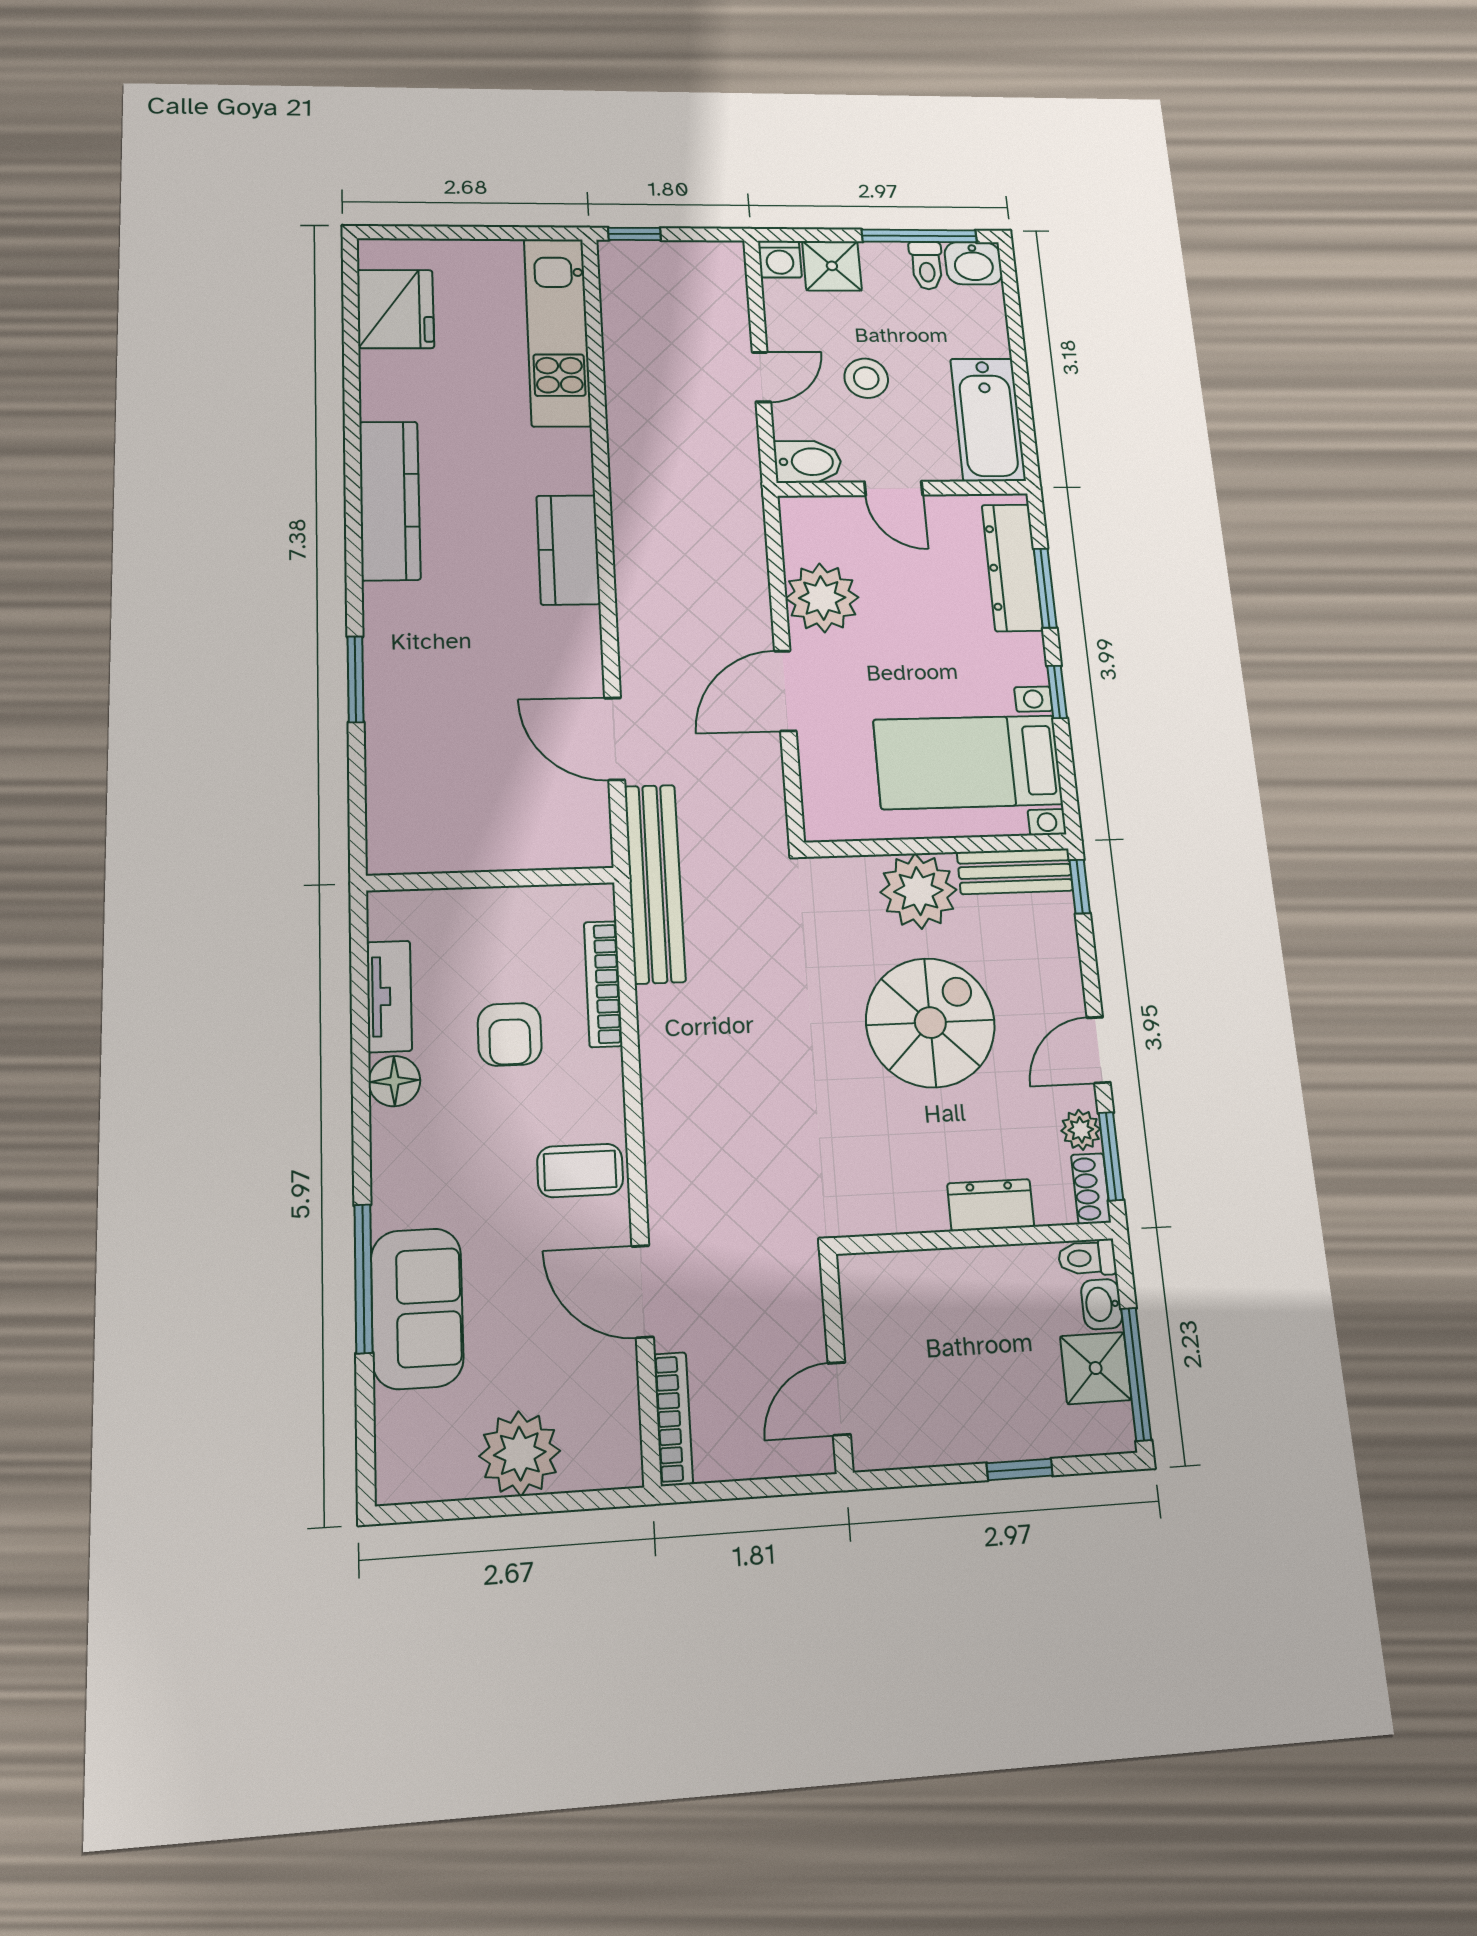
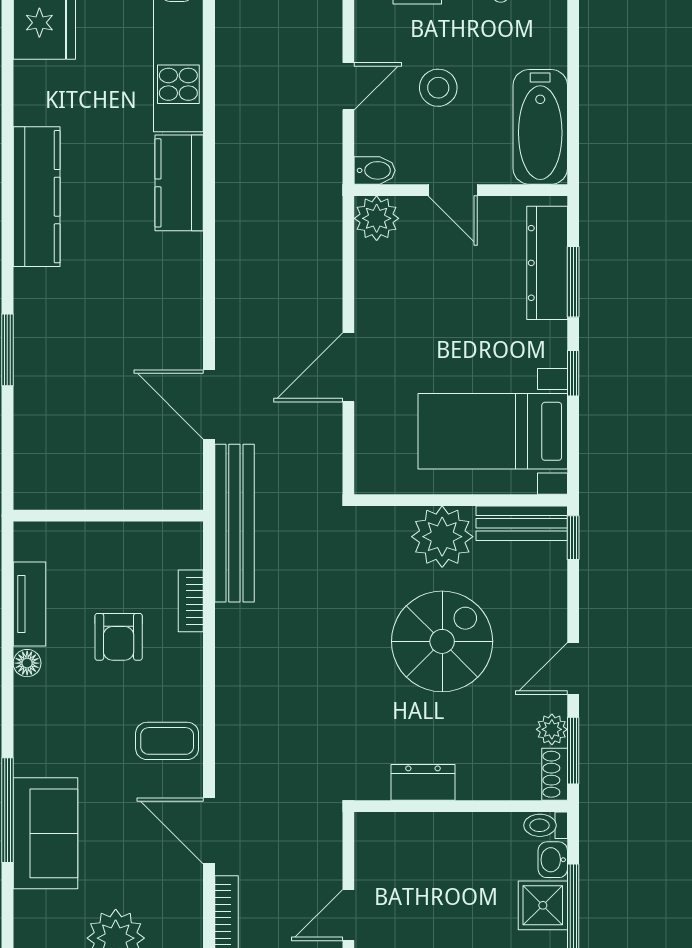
bidet: (808, 462) -> (375, 170), width x0.72, depth x0.74
kitchen counter: (568, 550) -> (179, 183), moved
plant: (822, 598) -> (377, 218), moved, width x0.73, depth x0.73
bookcase: (603, 984) -> (191, 601), width x0.64
floor lamp: (394, 1081) -> (27, 663), width x0.73, depth x0.73
dresser: (991, 1205) -> (423, 782), moved

